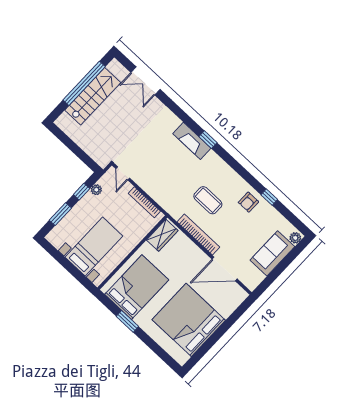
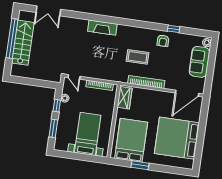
window: (208, 140) -> (112, 20), removed
door: (225, 269) -> (187, 93), moved

